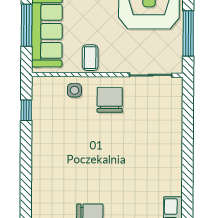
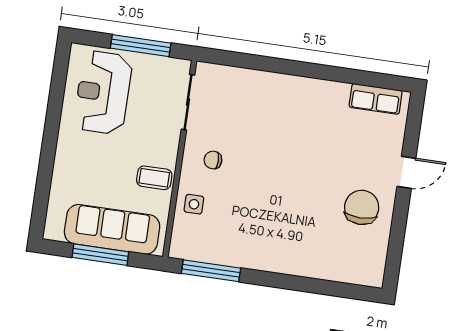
chair: (110, 100) -> (213, 160), width x0.54, depth x0.54
window: (26, 110) -> (211, 271), width x2.17

